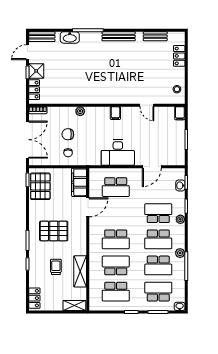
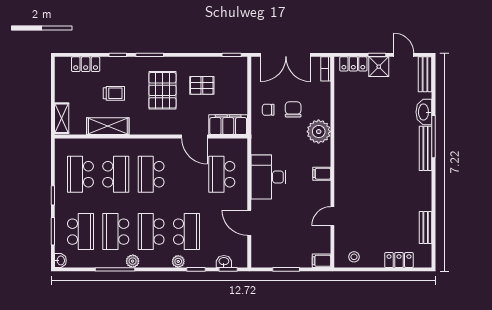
bench: (119, 36) -> (426, 148), moved
plant: (80, 111) -> (319, 132), width x1.87, depth x1.87
pallet: (40, 186) -> (202, 85), moved, width x0.67, depth x0.71
locker: (34, 298) -> (86, 64), moved

